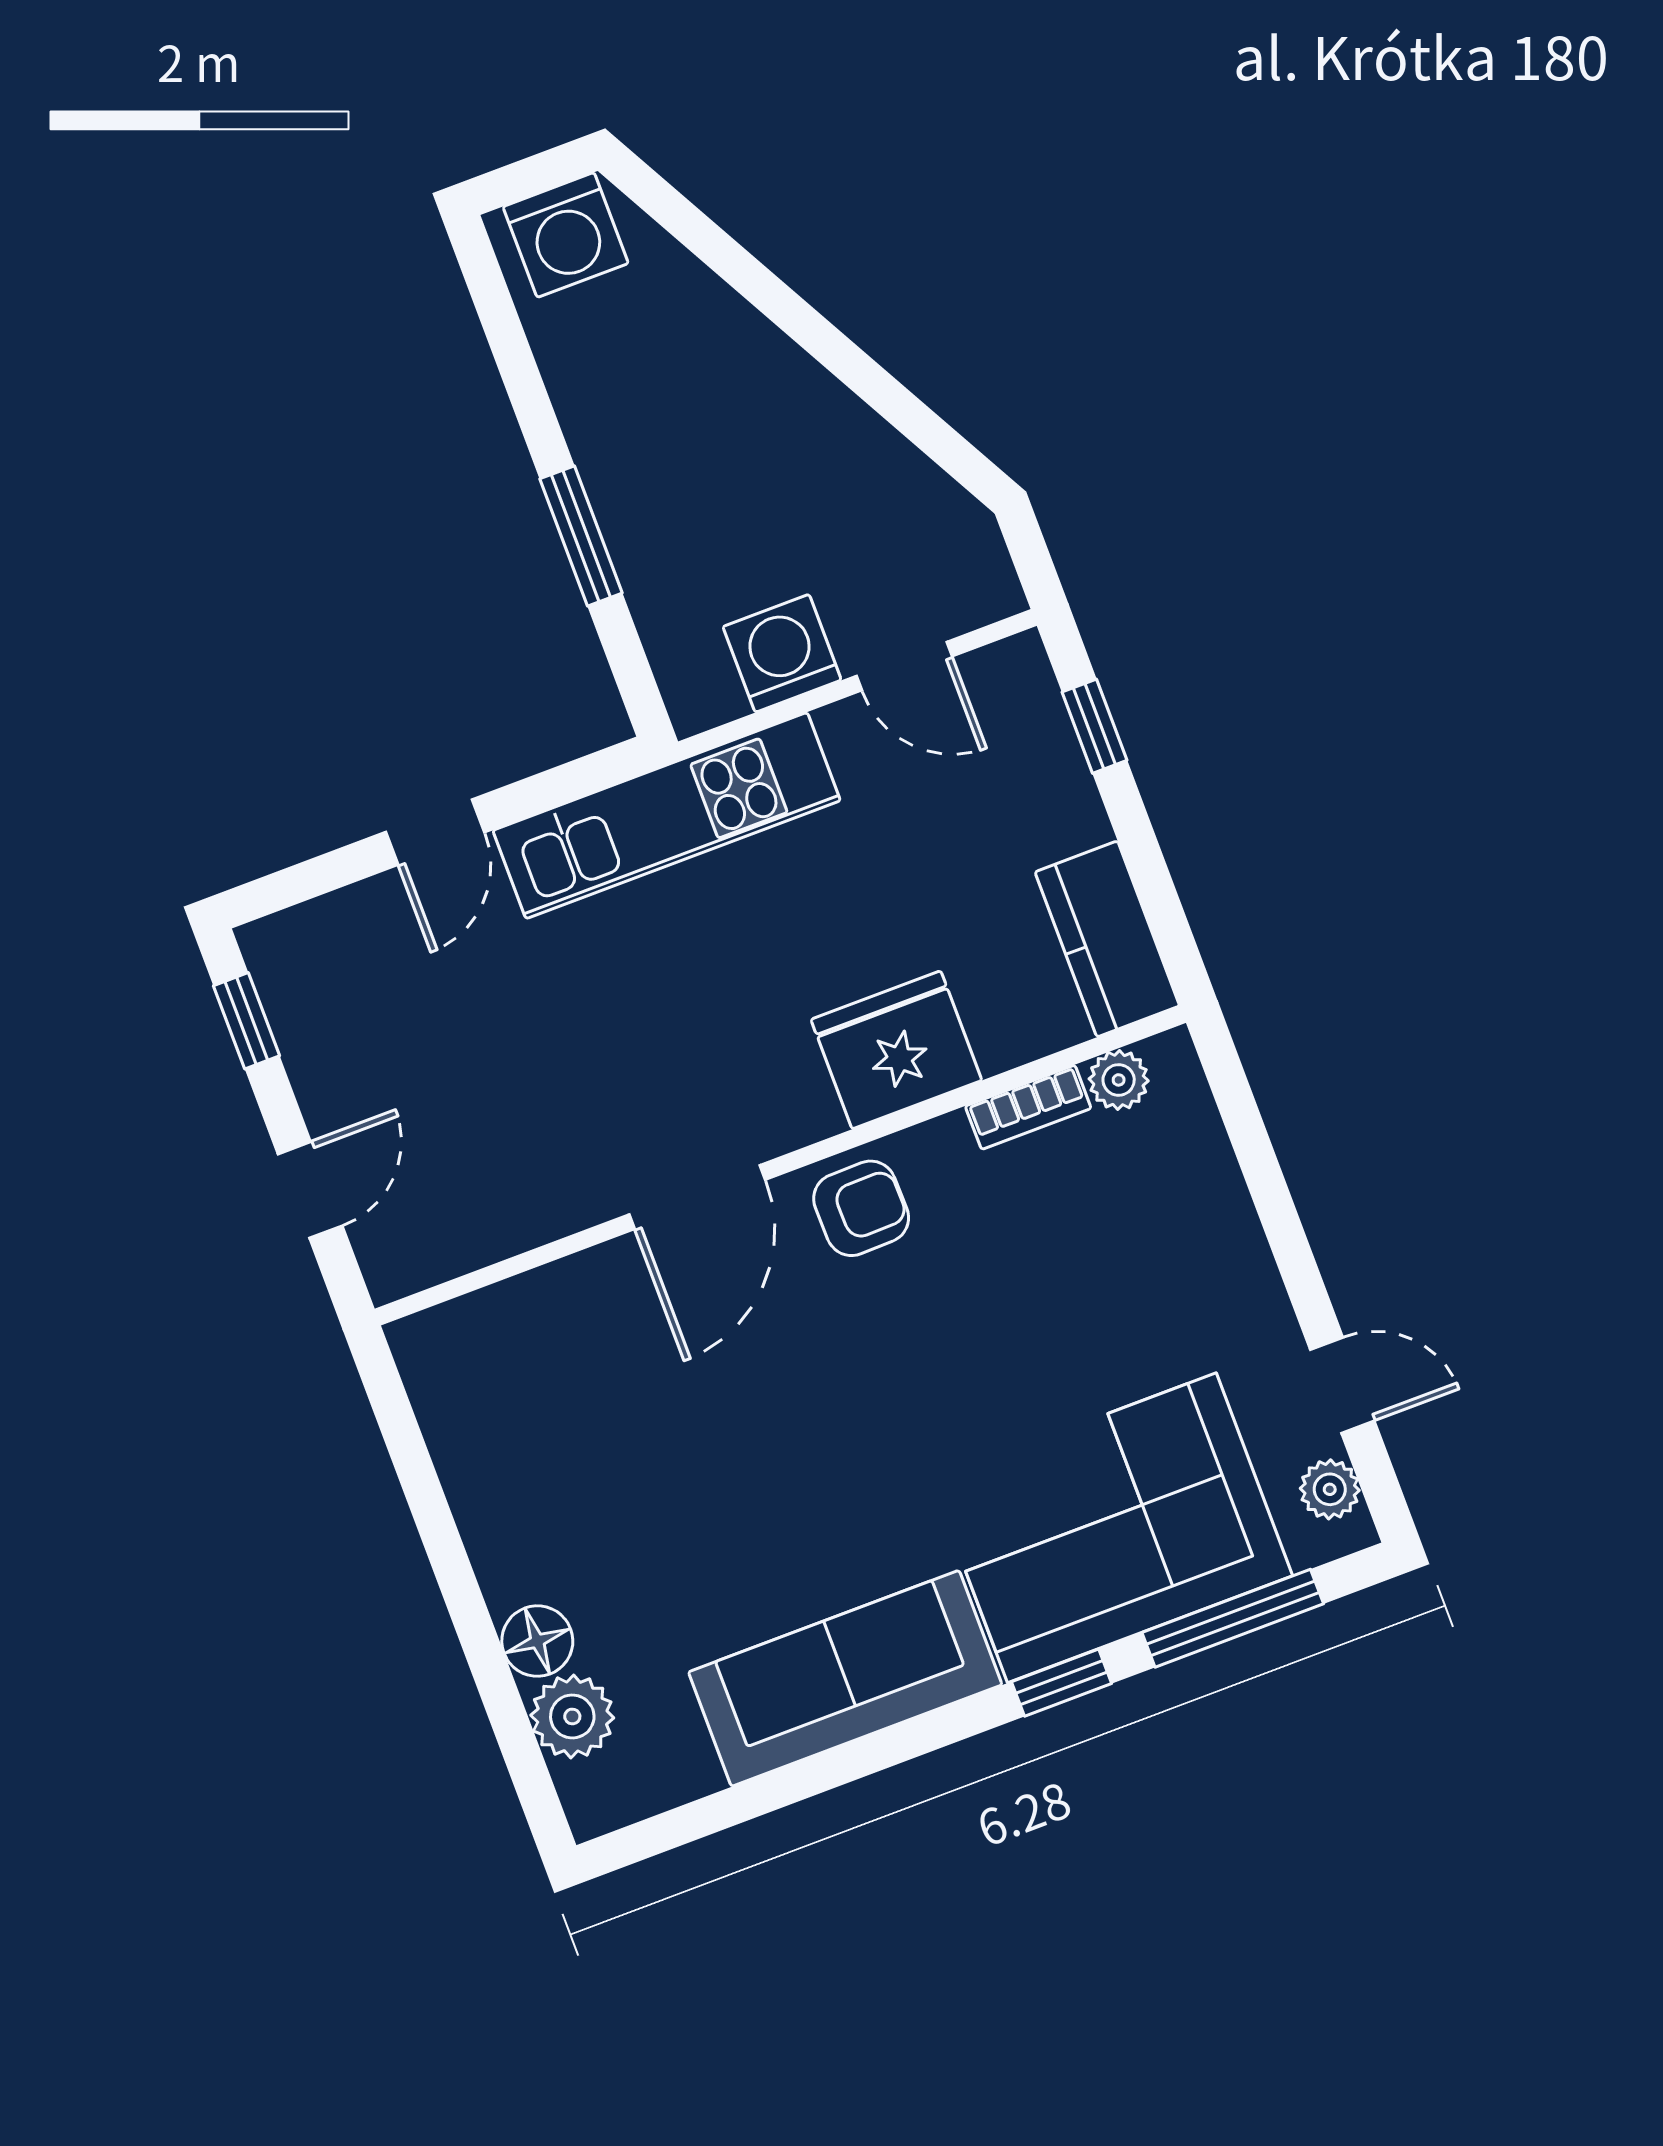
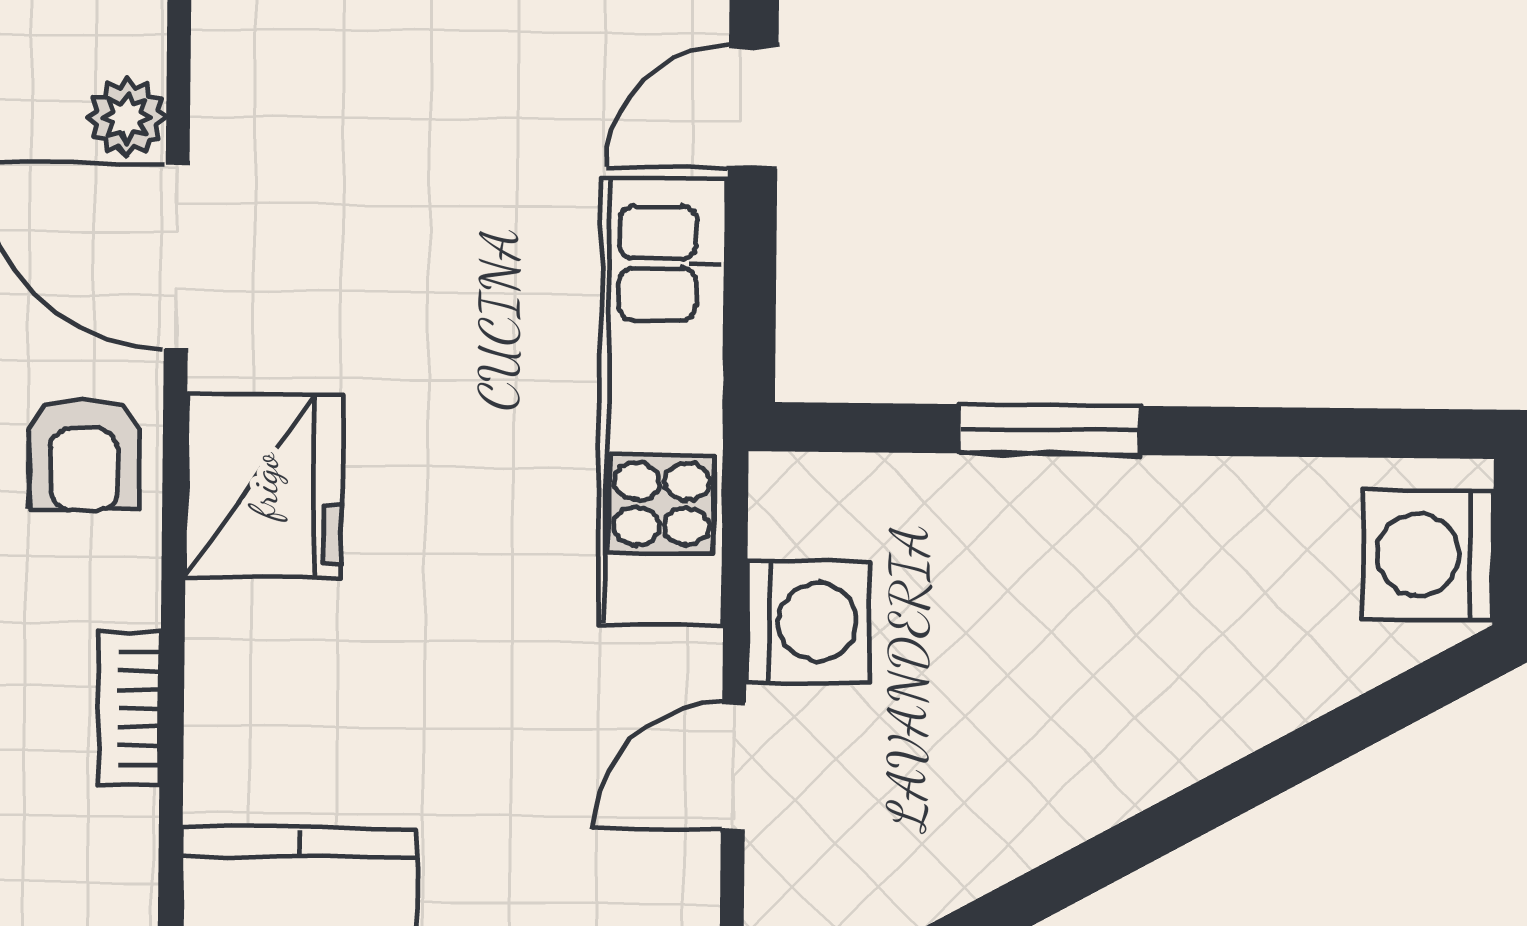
door: (435, 832) -> (753, 107), hinge flipped
fridge: (896, 1050) -> (264, 486), moved
plant: (1119, 1080) -> (127, 118), moved

